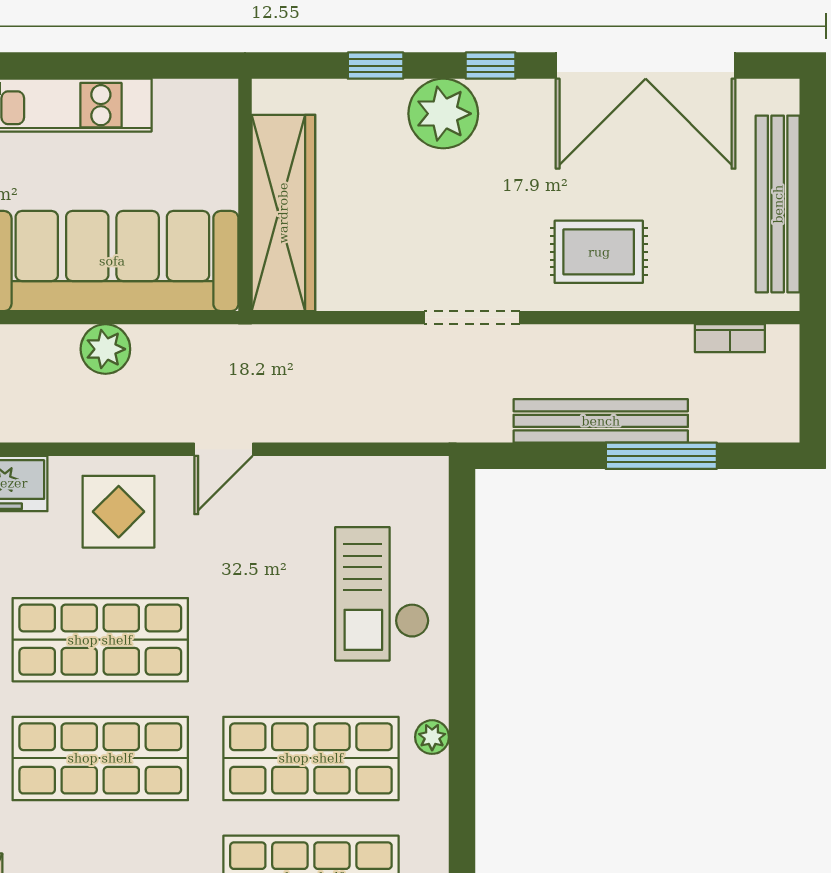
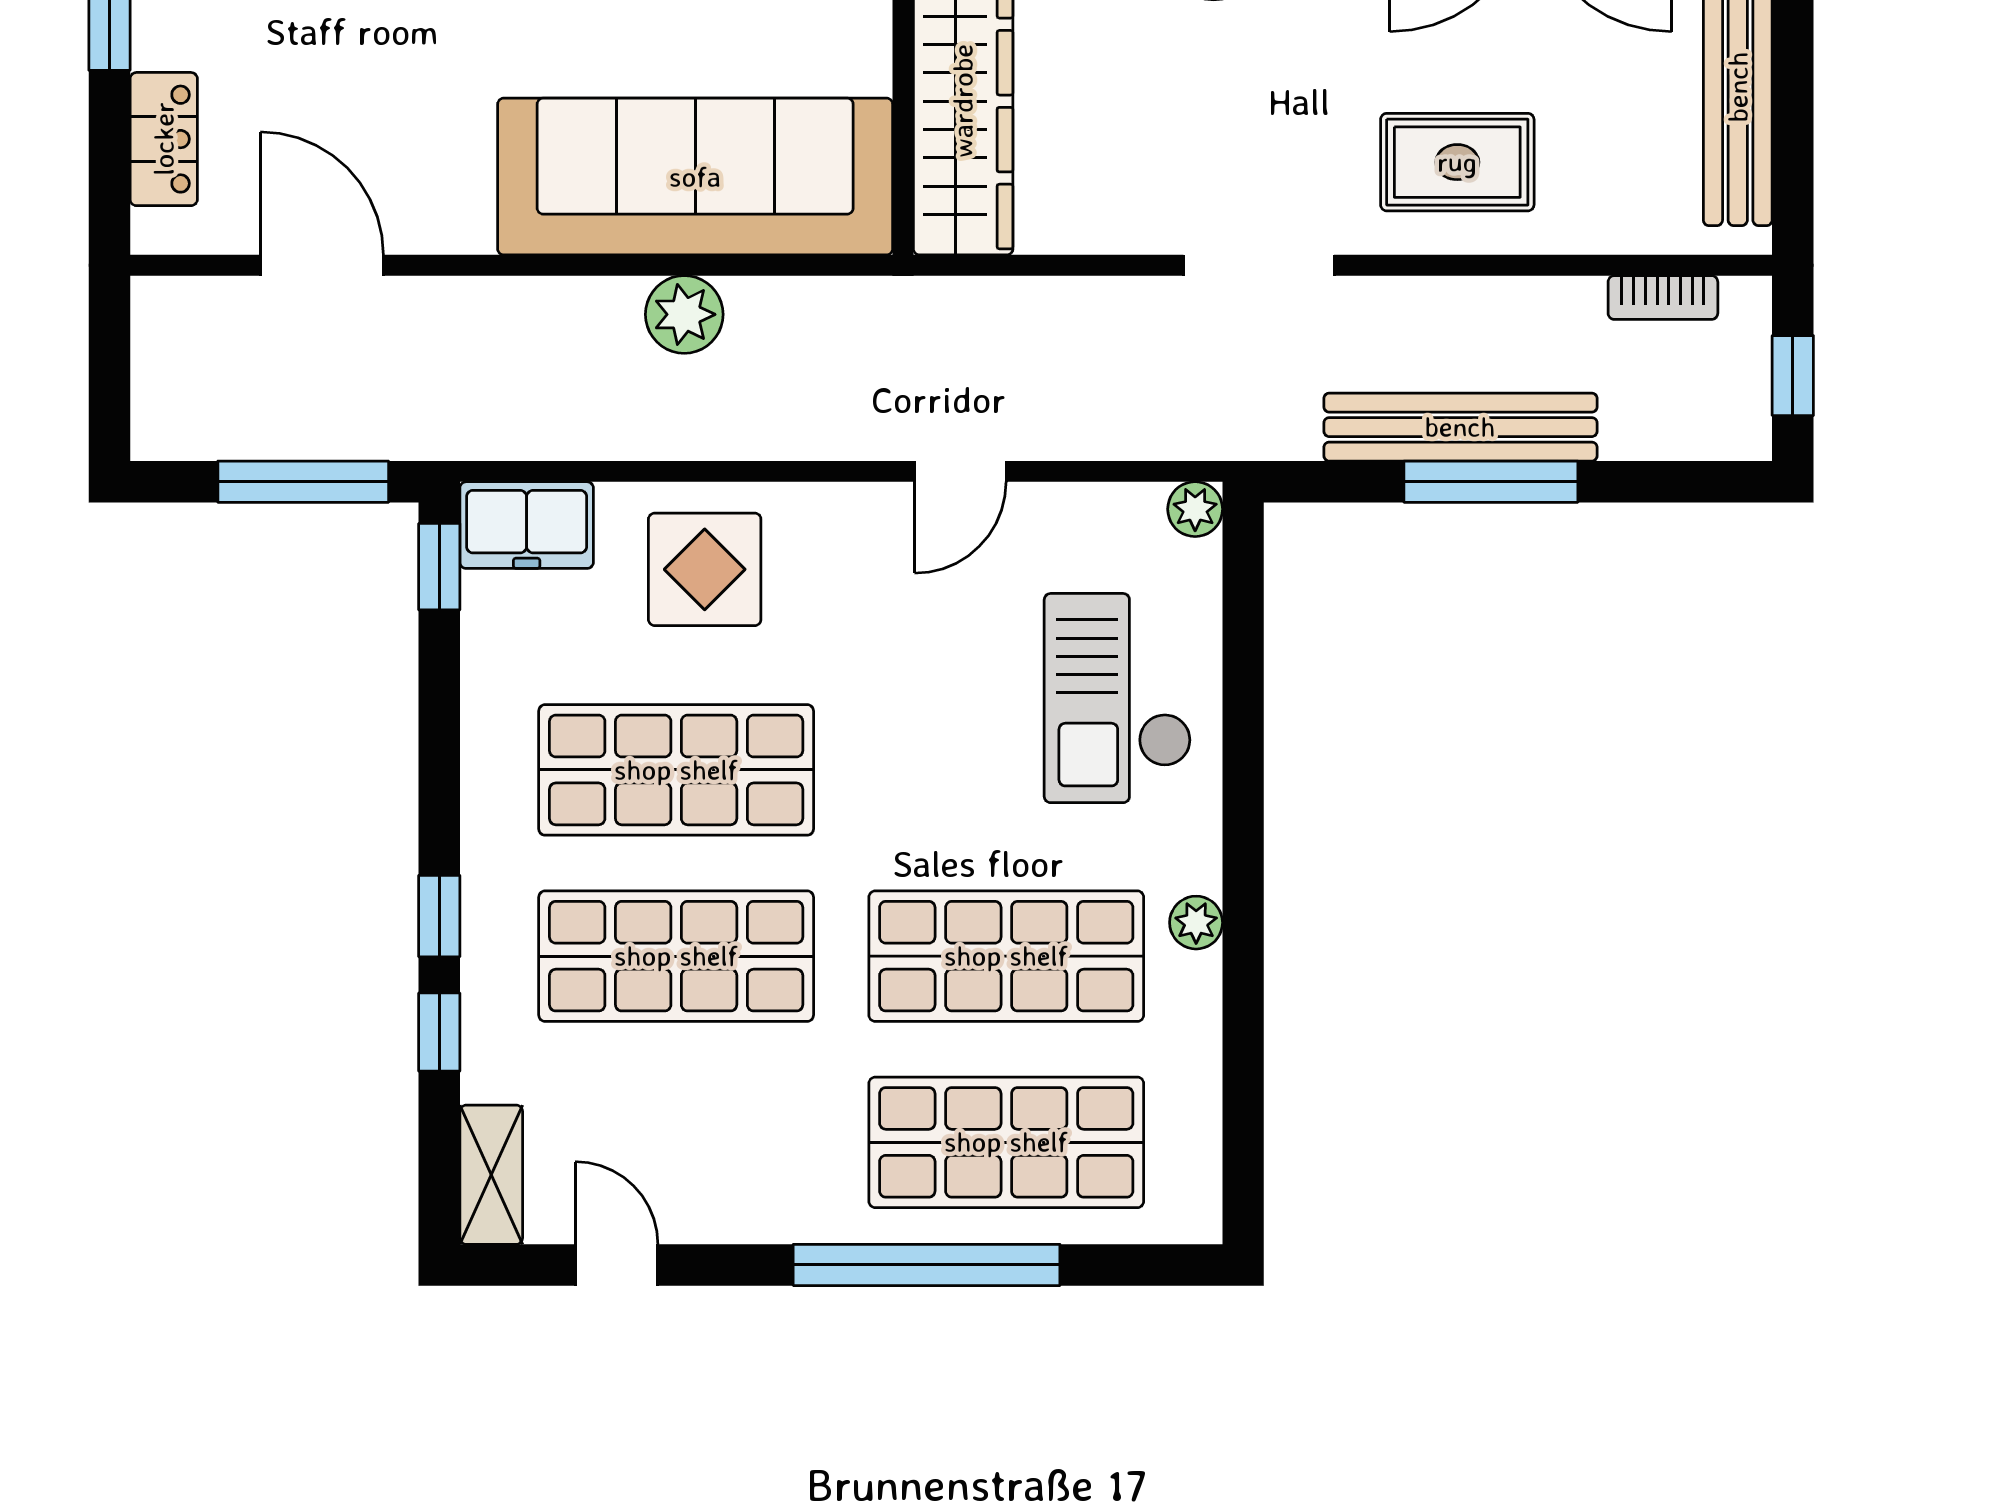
window: (813, 388) -> (1793, 376), added
door: (223, 449) -> (960, 471), moved
window: (661, 456) -> (1491, 482), moved
plant: (431, 473) -> (1195, 509), added

